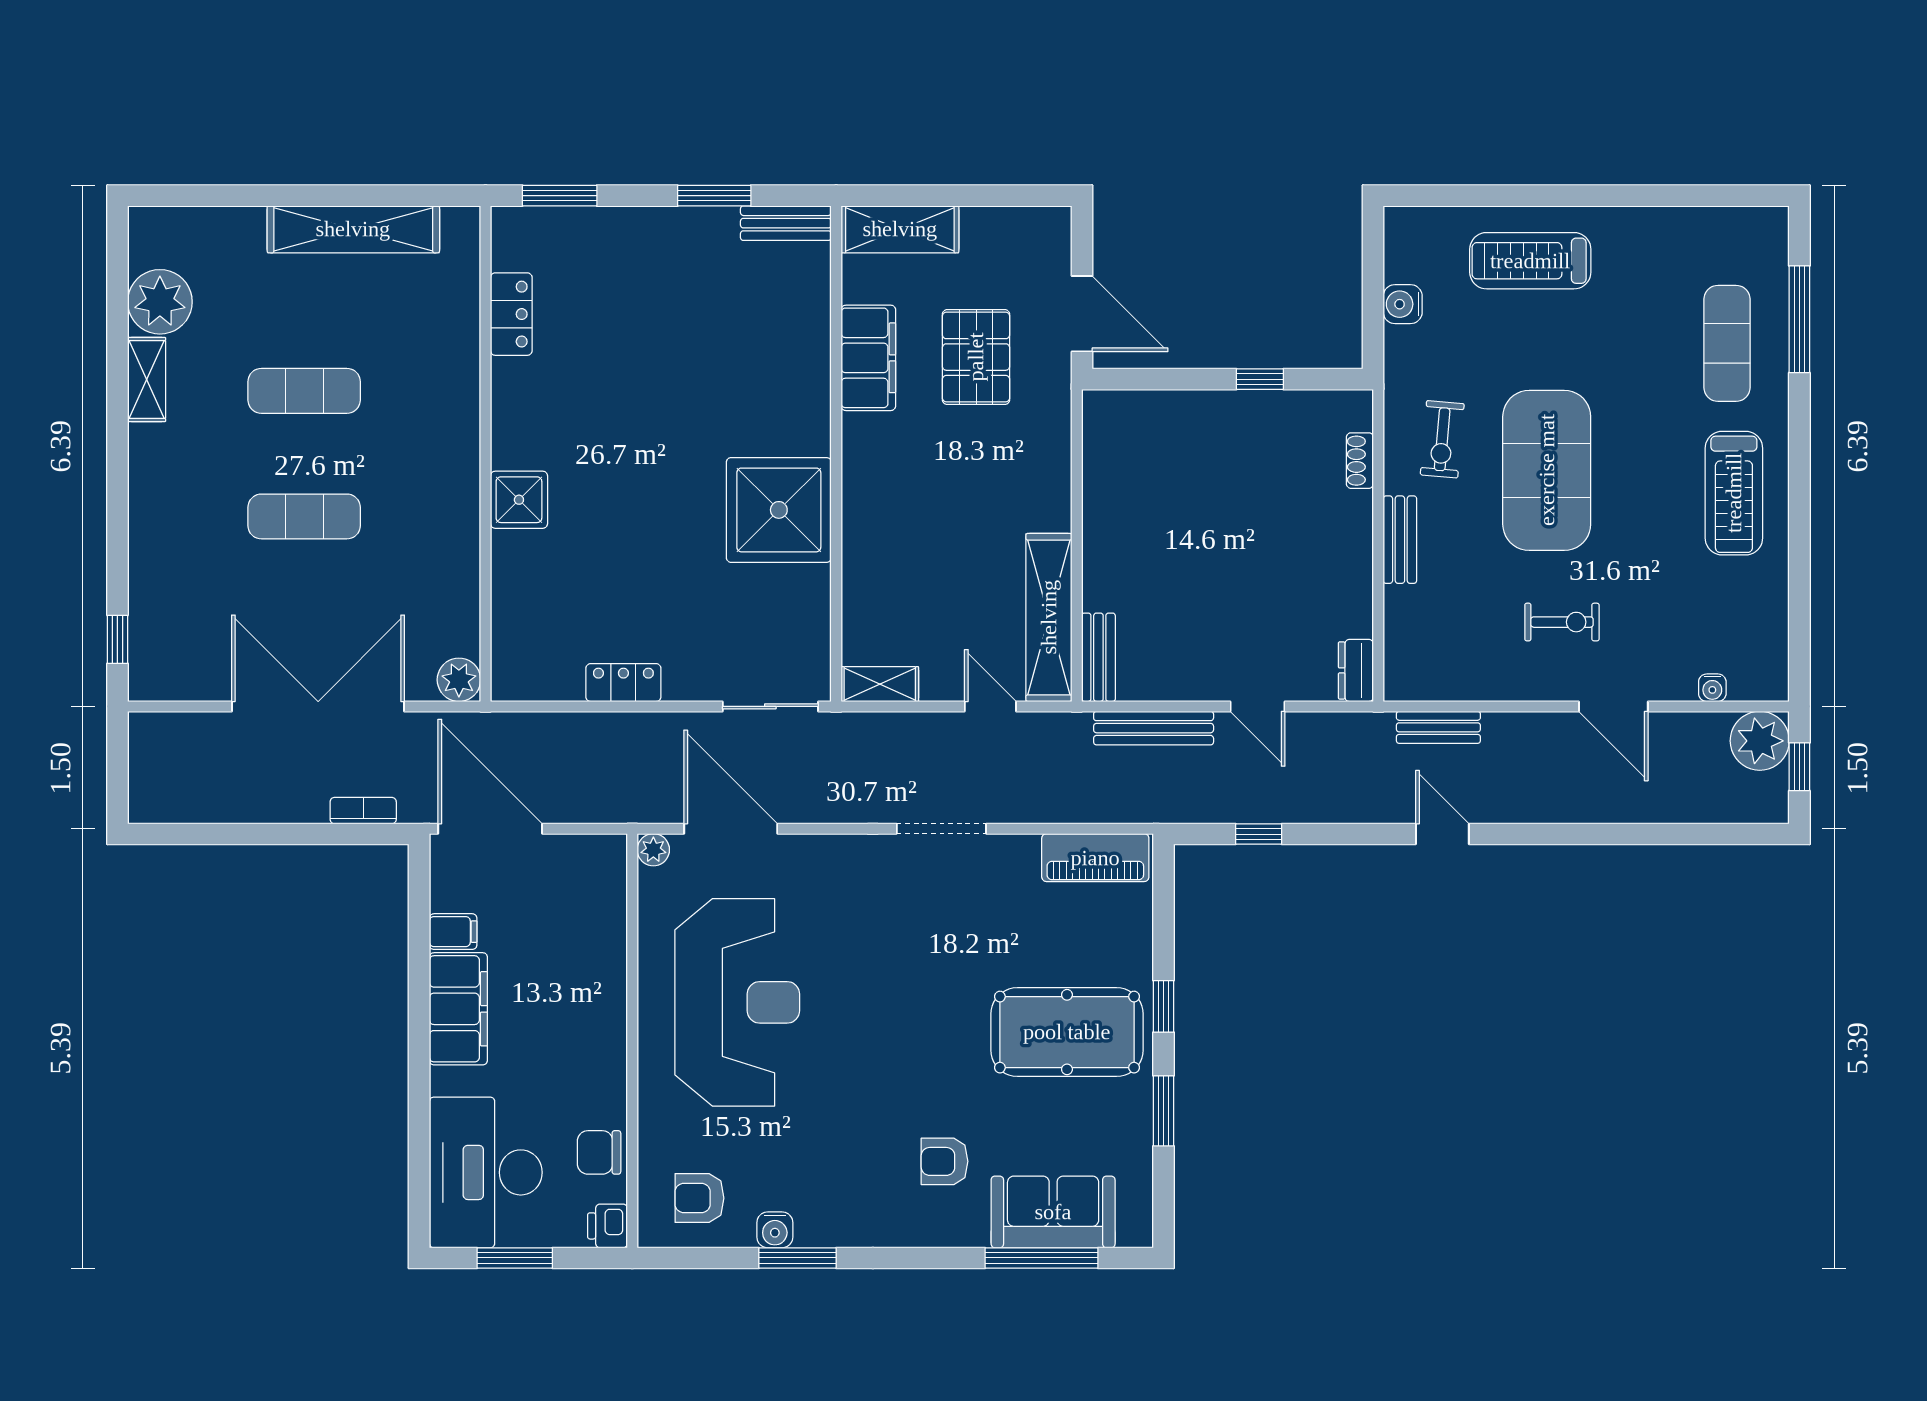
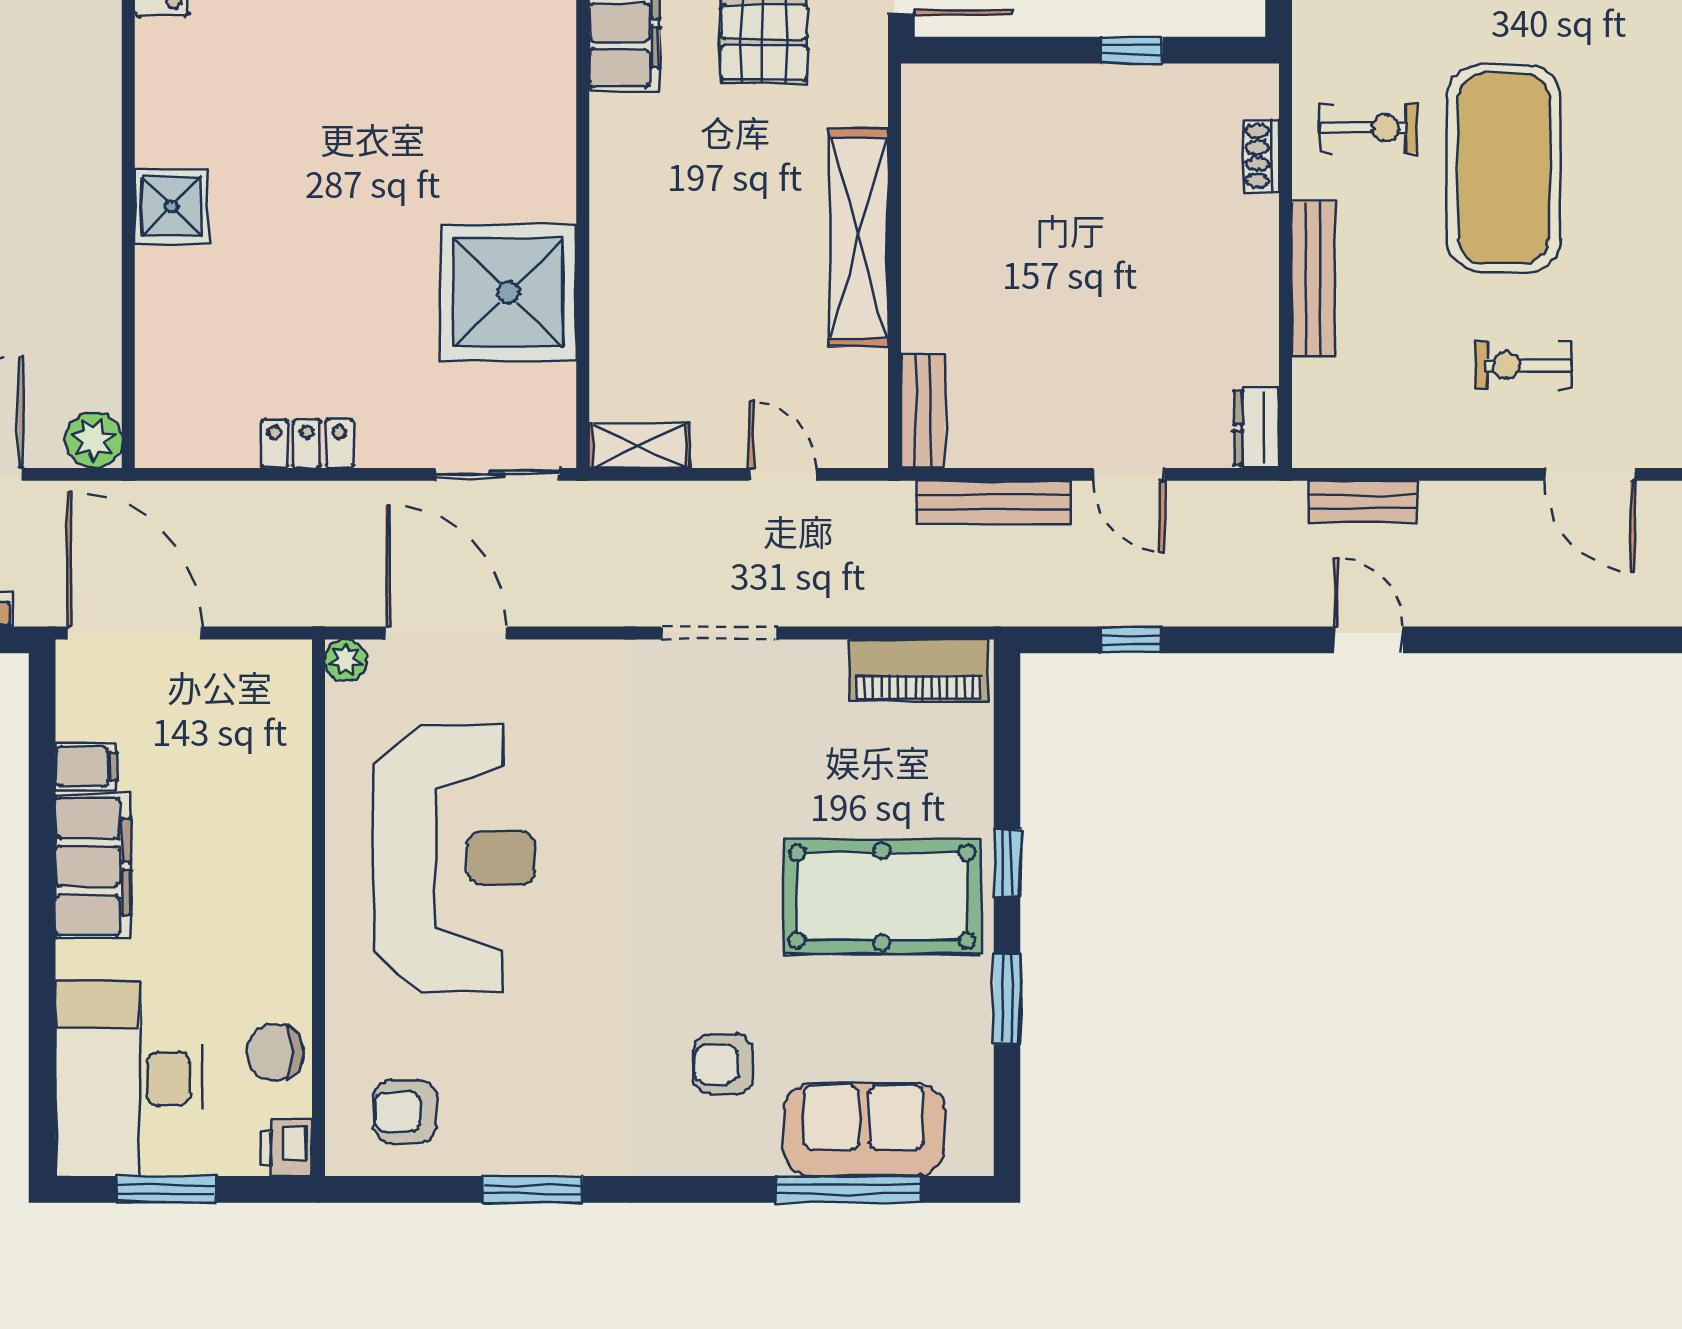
exercise bike: (1442, 439) -> (1368, 128), turned -95
shower: (779, 510) -> (508, 293), moved
bench: (1400, 540) -> (1313, 279), width x1.36
shelving: (1049, 617) -> (858, 238), moved
exercise bike: (1562, 622) -> (1524, 365), turned 180
water cooler: (775, 1230) -> (503, 1153), removed

